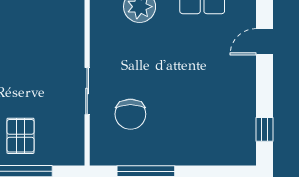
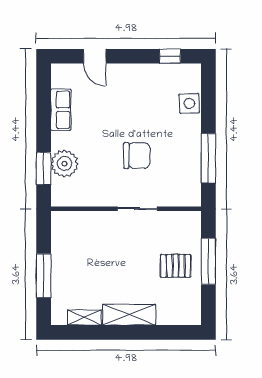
chair: (130, 114) -> (137, 156), moved
side table: (210, 152) -> (189, 103), added

